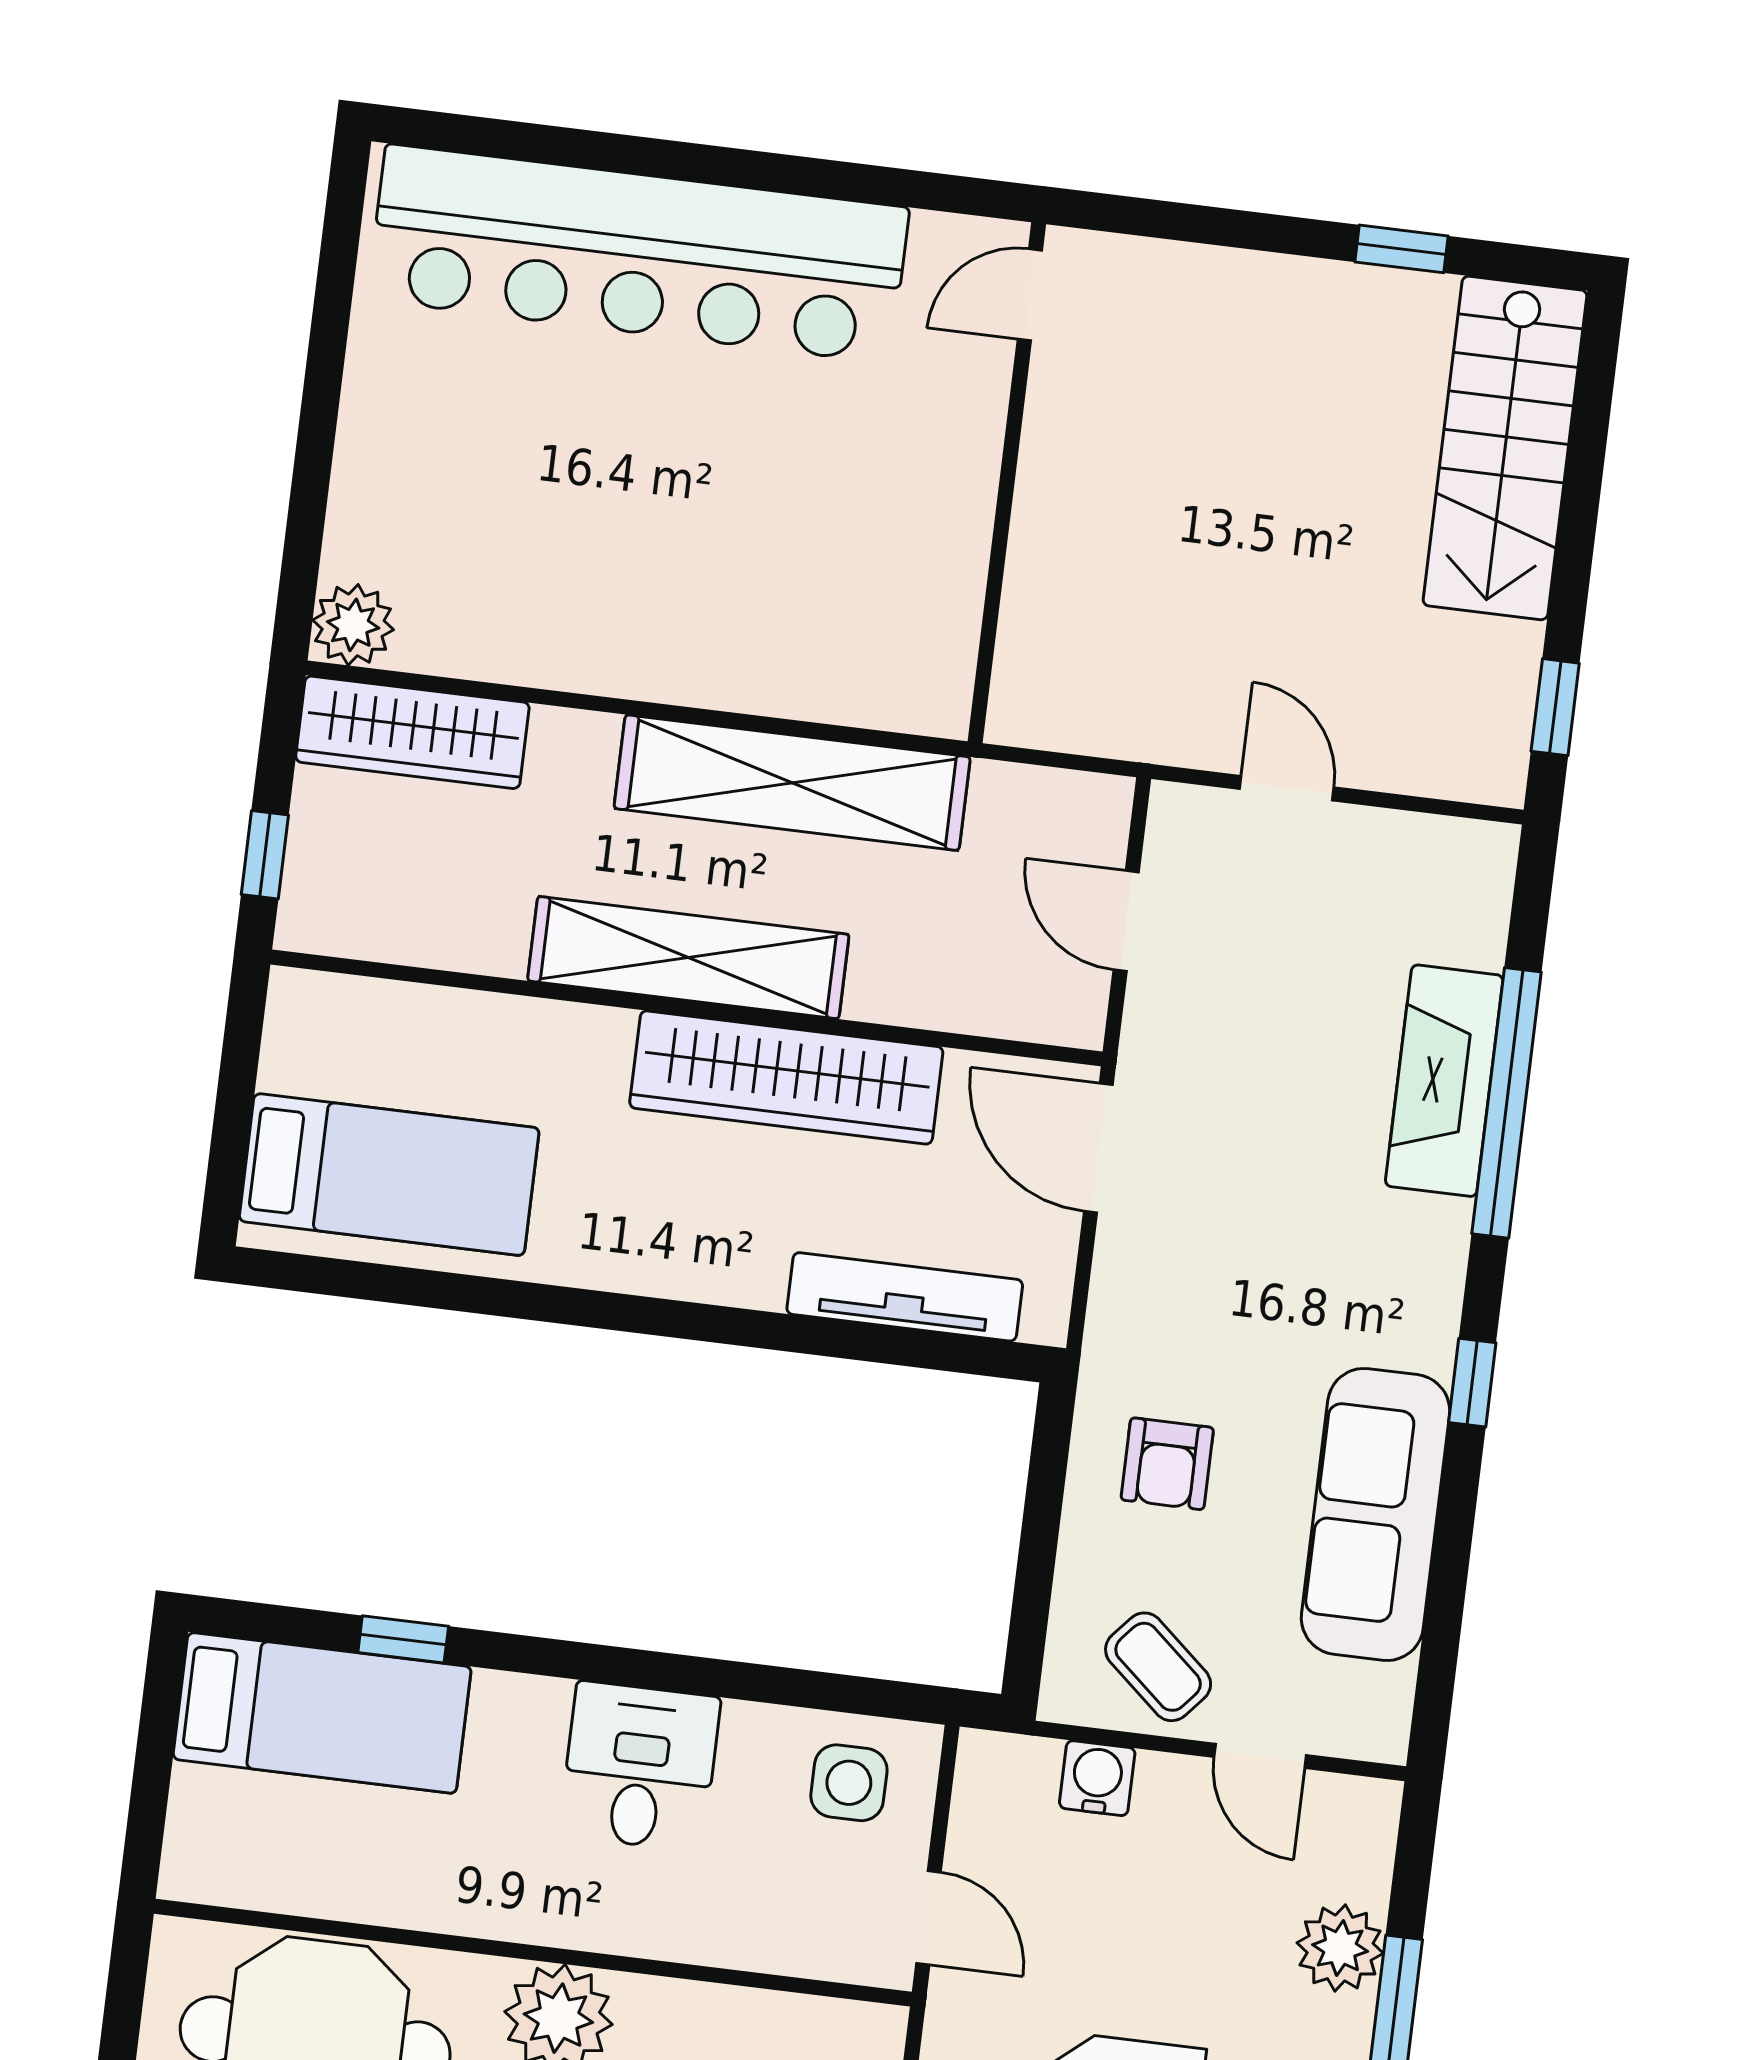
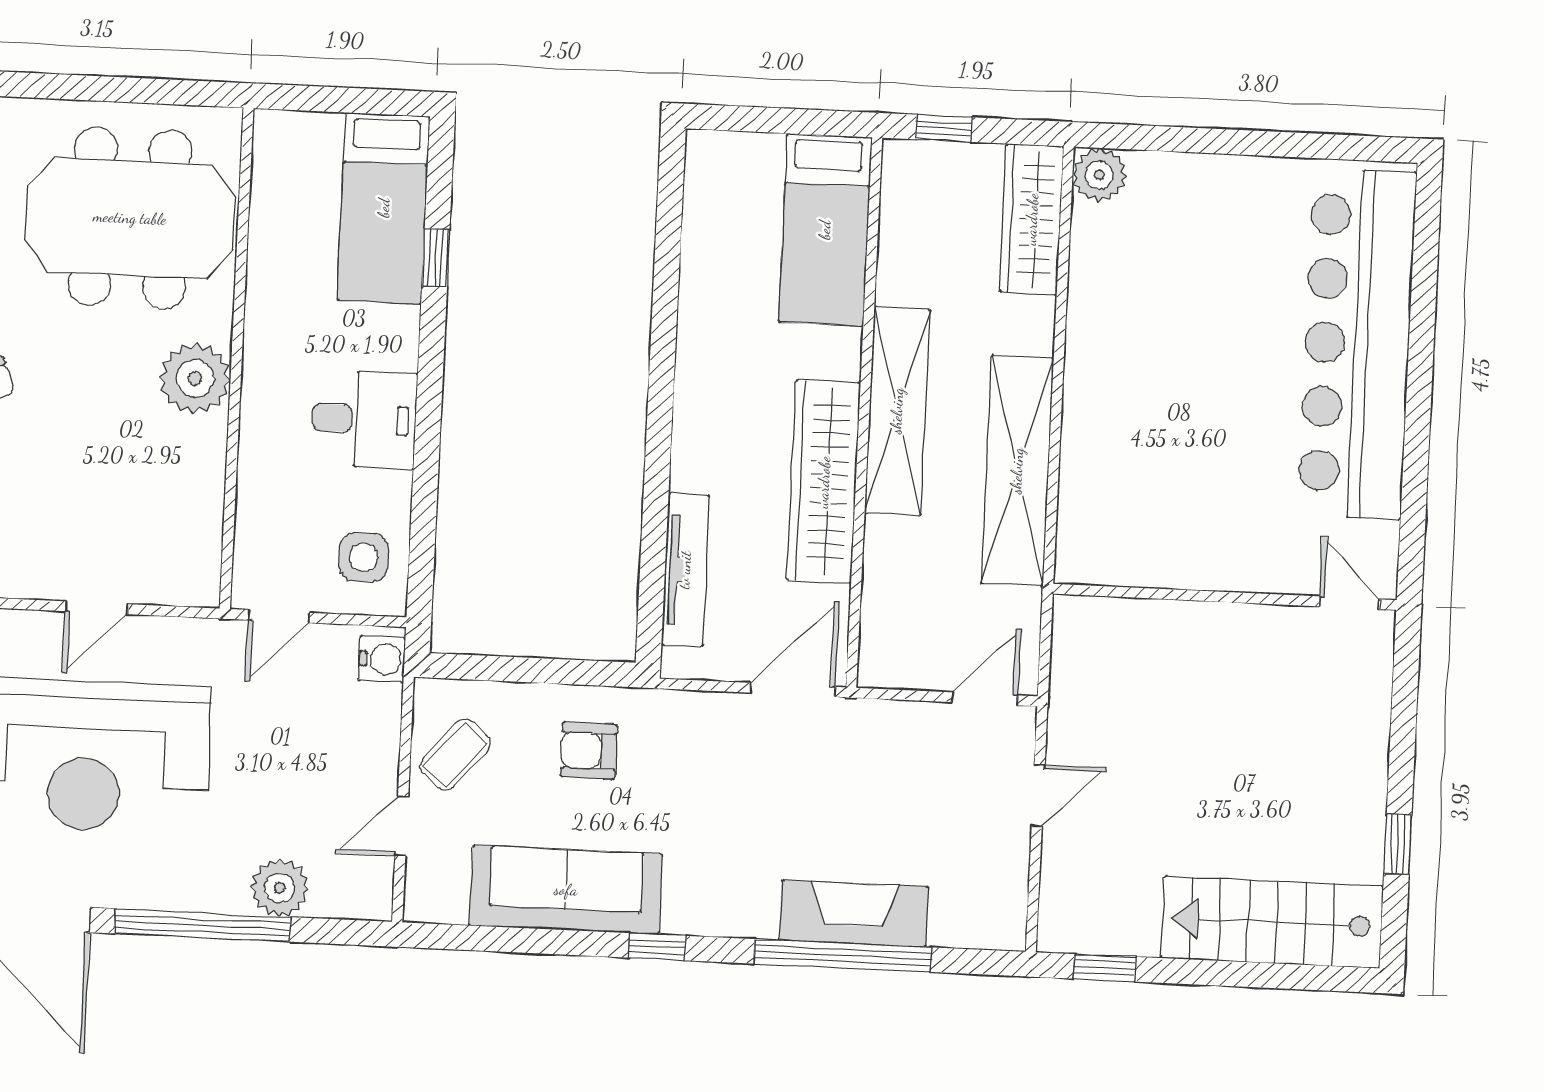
door: (1126, 921) -> (985, 699), moved
bed: (389, 1175) -> (825, 230), moved
water cooler: (1097, 1778) -> (382, 659), moved

